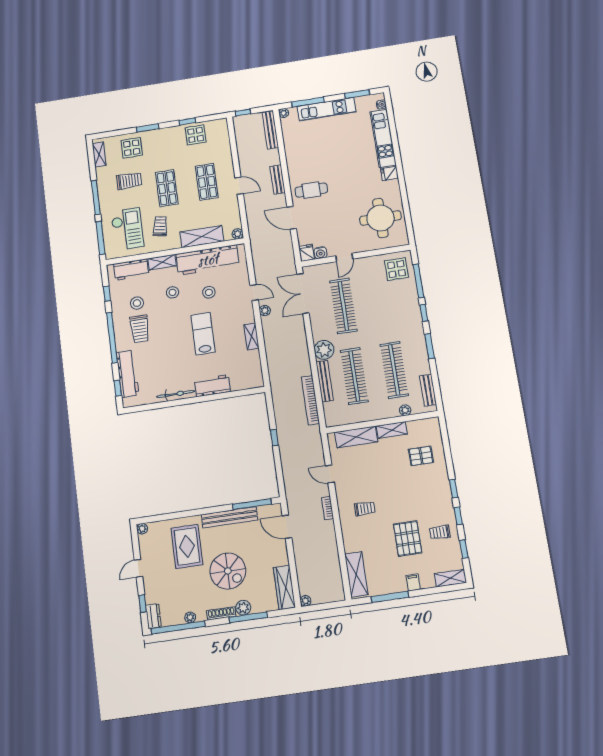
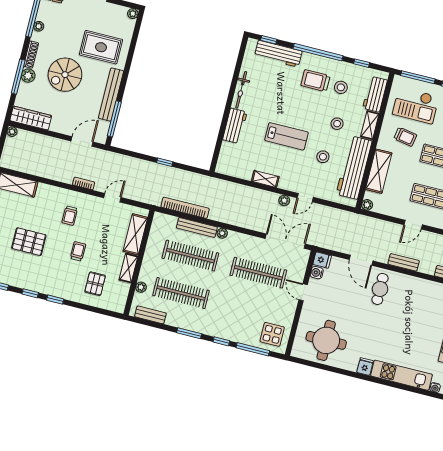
door: (292, 218) -> (361, 260), swing flipped
plant: (324, 350) -> (222, 233), width x0.53, depth x0.53
trolley: (440, 532) -> (78, 251), moved

